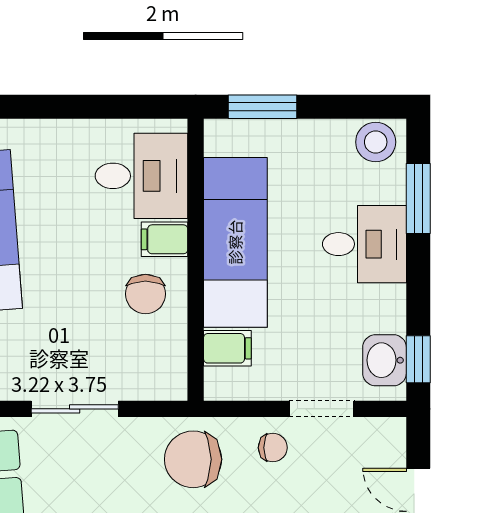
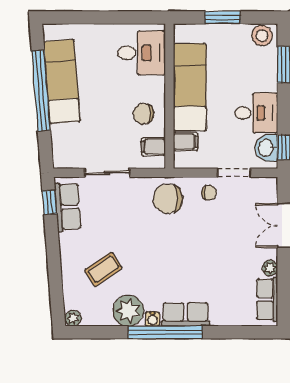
window: (262, 107) -> (222, 17), moved
filing cabinet: (164, 239) -> (153, 147), moved
desk: (364, 244) -> (256, 113), moved
chair: (145, 294) -> (144, 114), turned 90

